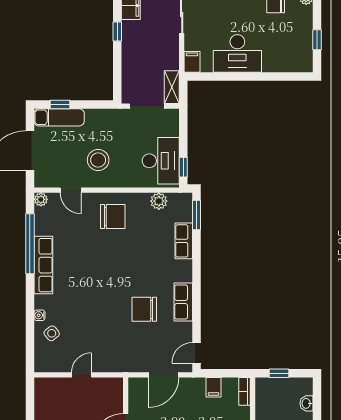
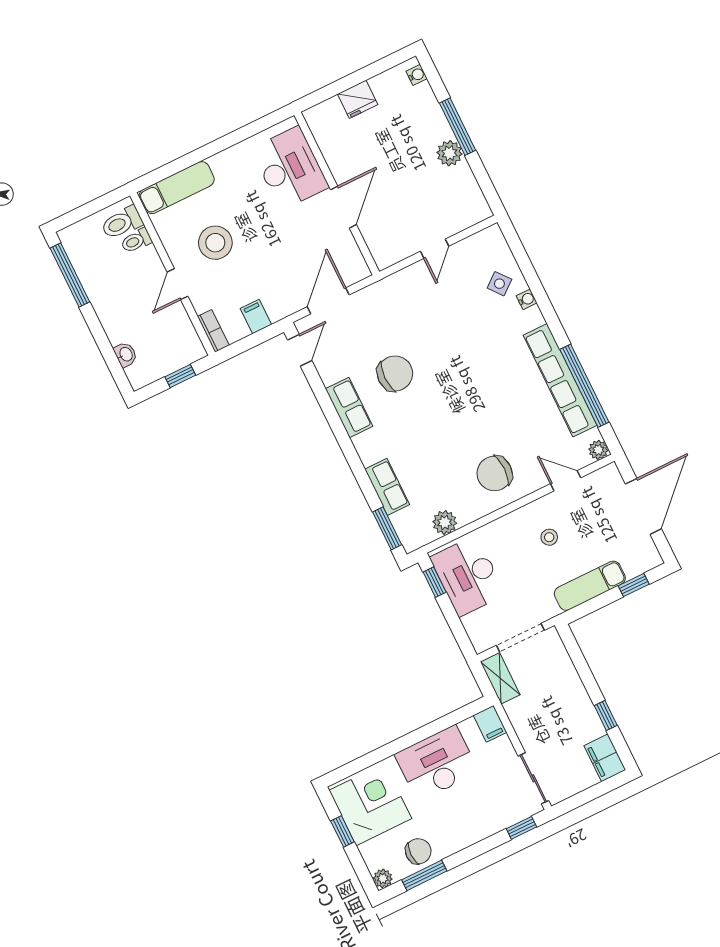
corner desk: (291, 48) -> (370, 804), added
exam couch: (59, 117) -> (590, 586), moved
stool: (98, 160) -> (549, 537), width x0.53, depth x0.53
row of seats: (43, 265) -> (560, 380), width x1.36

